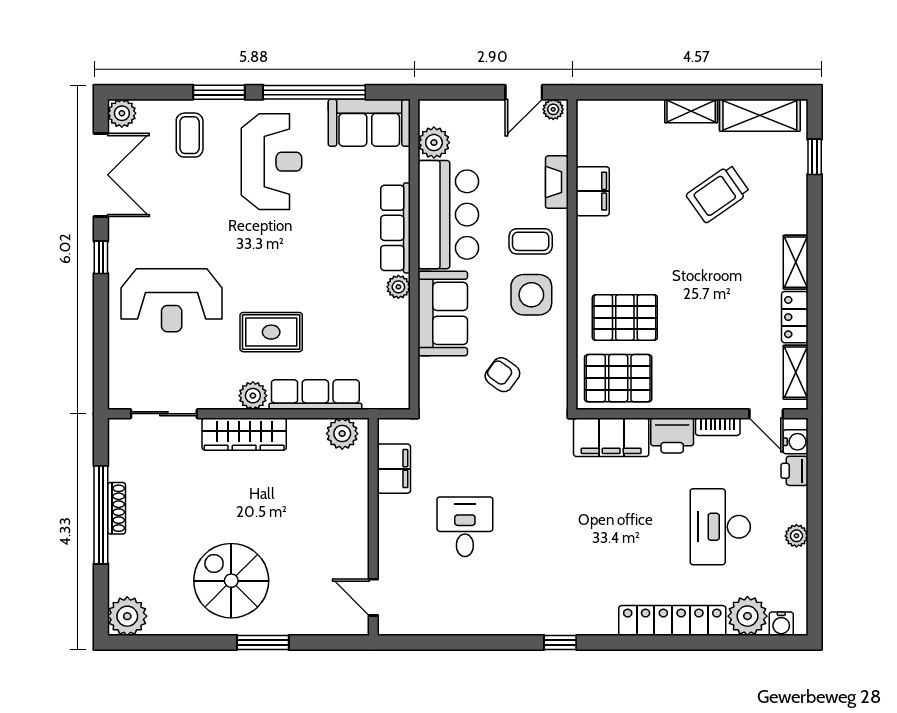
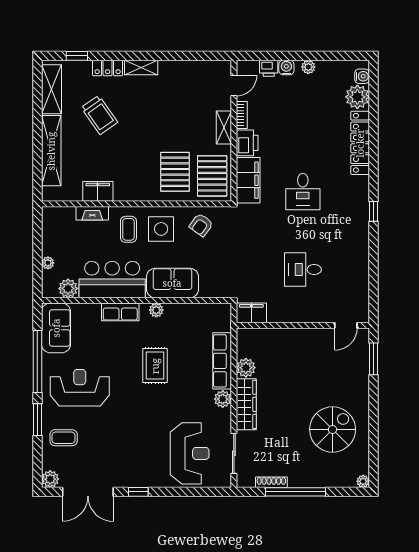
door: (524, 92) -> (37, 234), removed
plant: (553, 109) -> (48, 263), moved
shelving: (691, 111) -> (51, 151), width x2.20, depth x1.33
double door: (101, 175) -> (88, 492), swing flipped
row of seats: (395, 228) -> (120, 312), width x0.68
reception desk: (172, 300) -> (190, 453), moved
locker: (795, 317) -> (108, 68), moved
rug: (271, 332) -> (155, 366), moved
shelving: (796, 372) -> (224, 128), moved, turned 90
armchair: (502, 375) -> (201, 225), moved
plant: (342, 434) -> (246, 368), moved
water cooler: (796, 442) -> (286, 68), moved
filing cabinet: (394, 469) -> (251, 313), moved
shoe rack: (117, 508) -> (271, 482), moved
desk: (720, 527) -> (303, 192), moved, width x0.73
spiral stairs: (231, 581) -> (333, 429), moved, turned 180
plant: (127, 616) -> (363, 481), width x0.53, depth x0.53
window: (263, 643) -> (374, 359), moved

